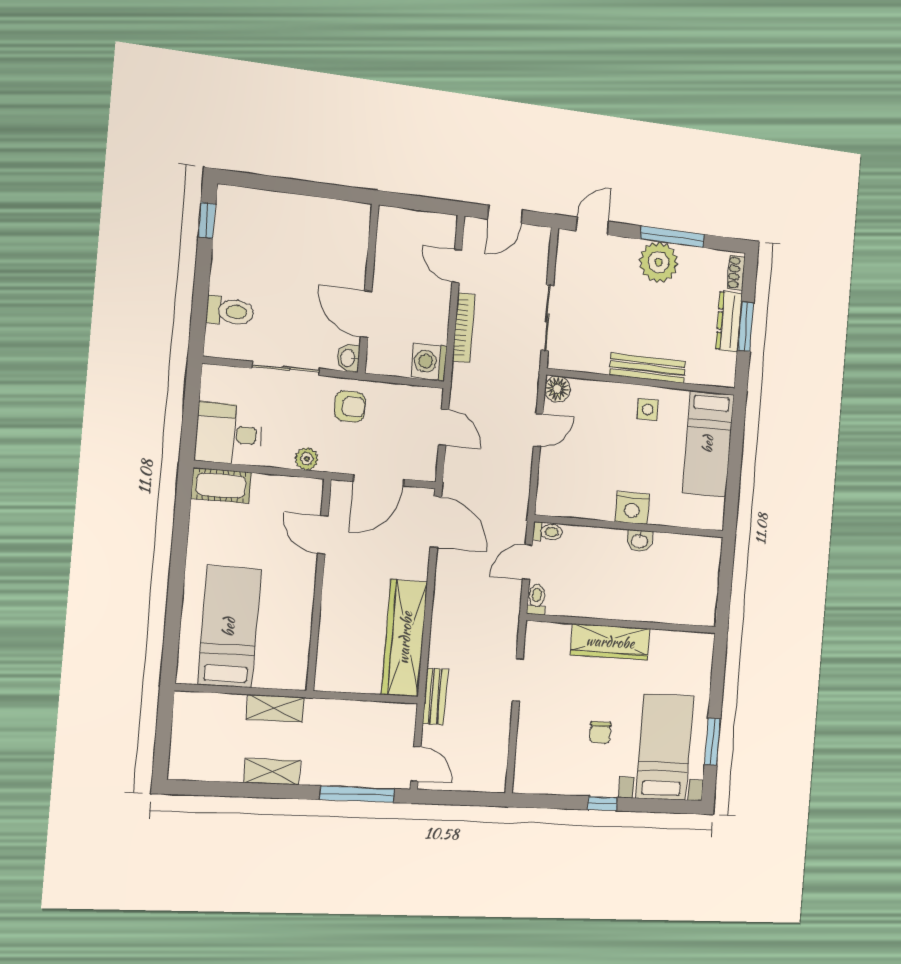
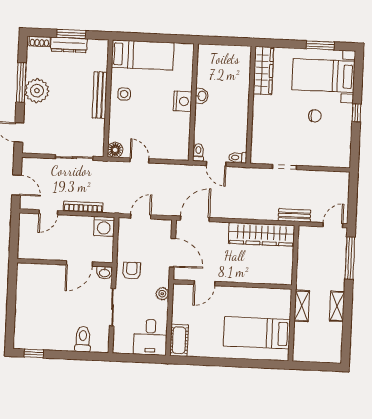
wardrobe: (610, 642) -> (263, 71), moved

